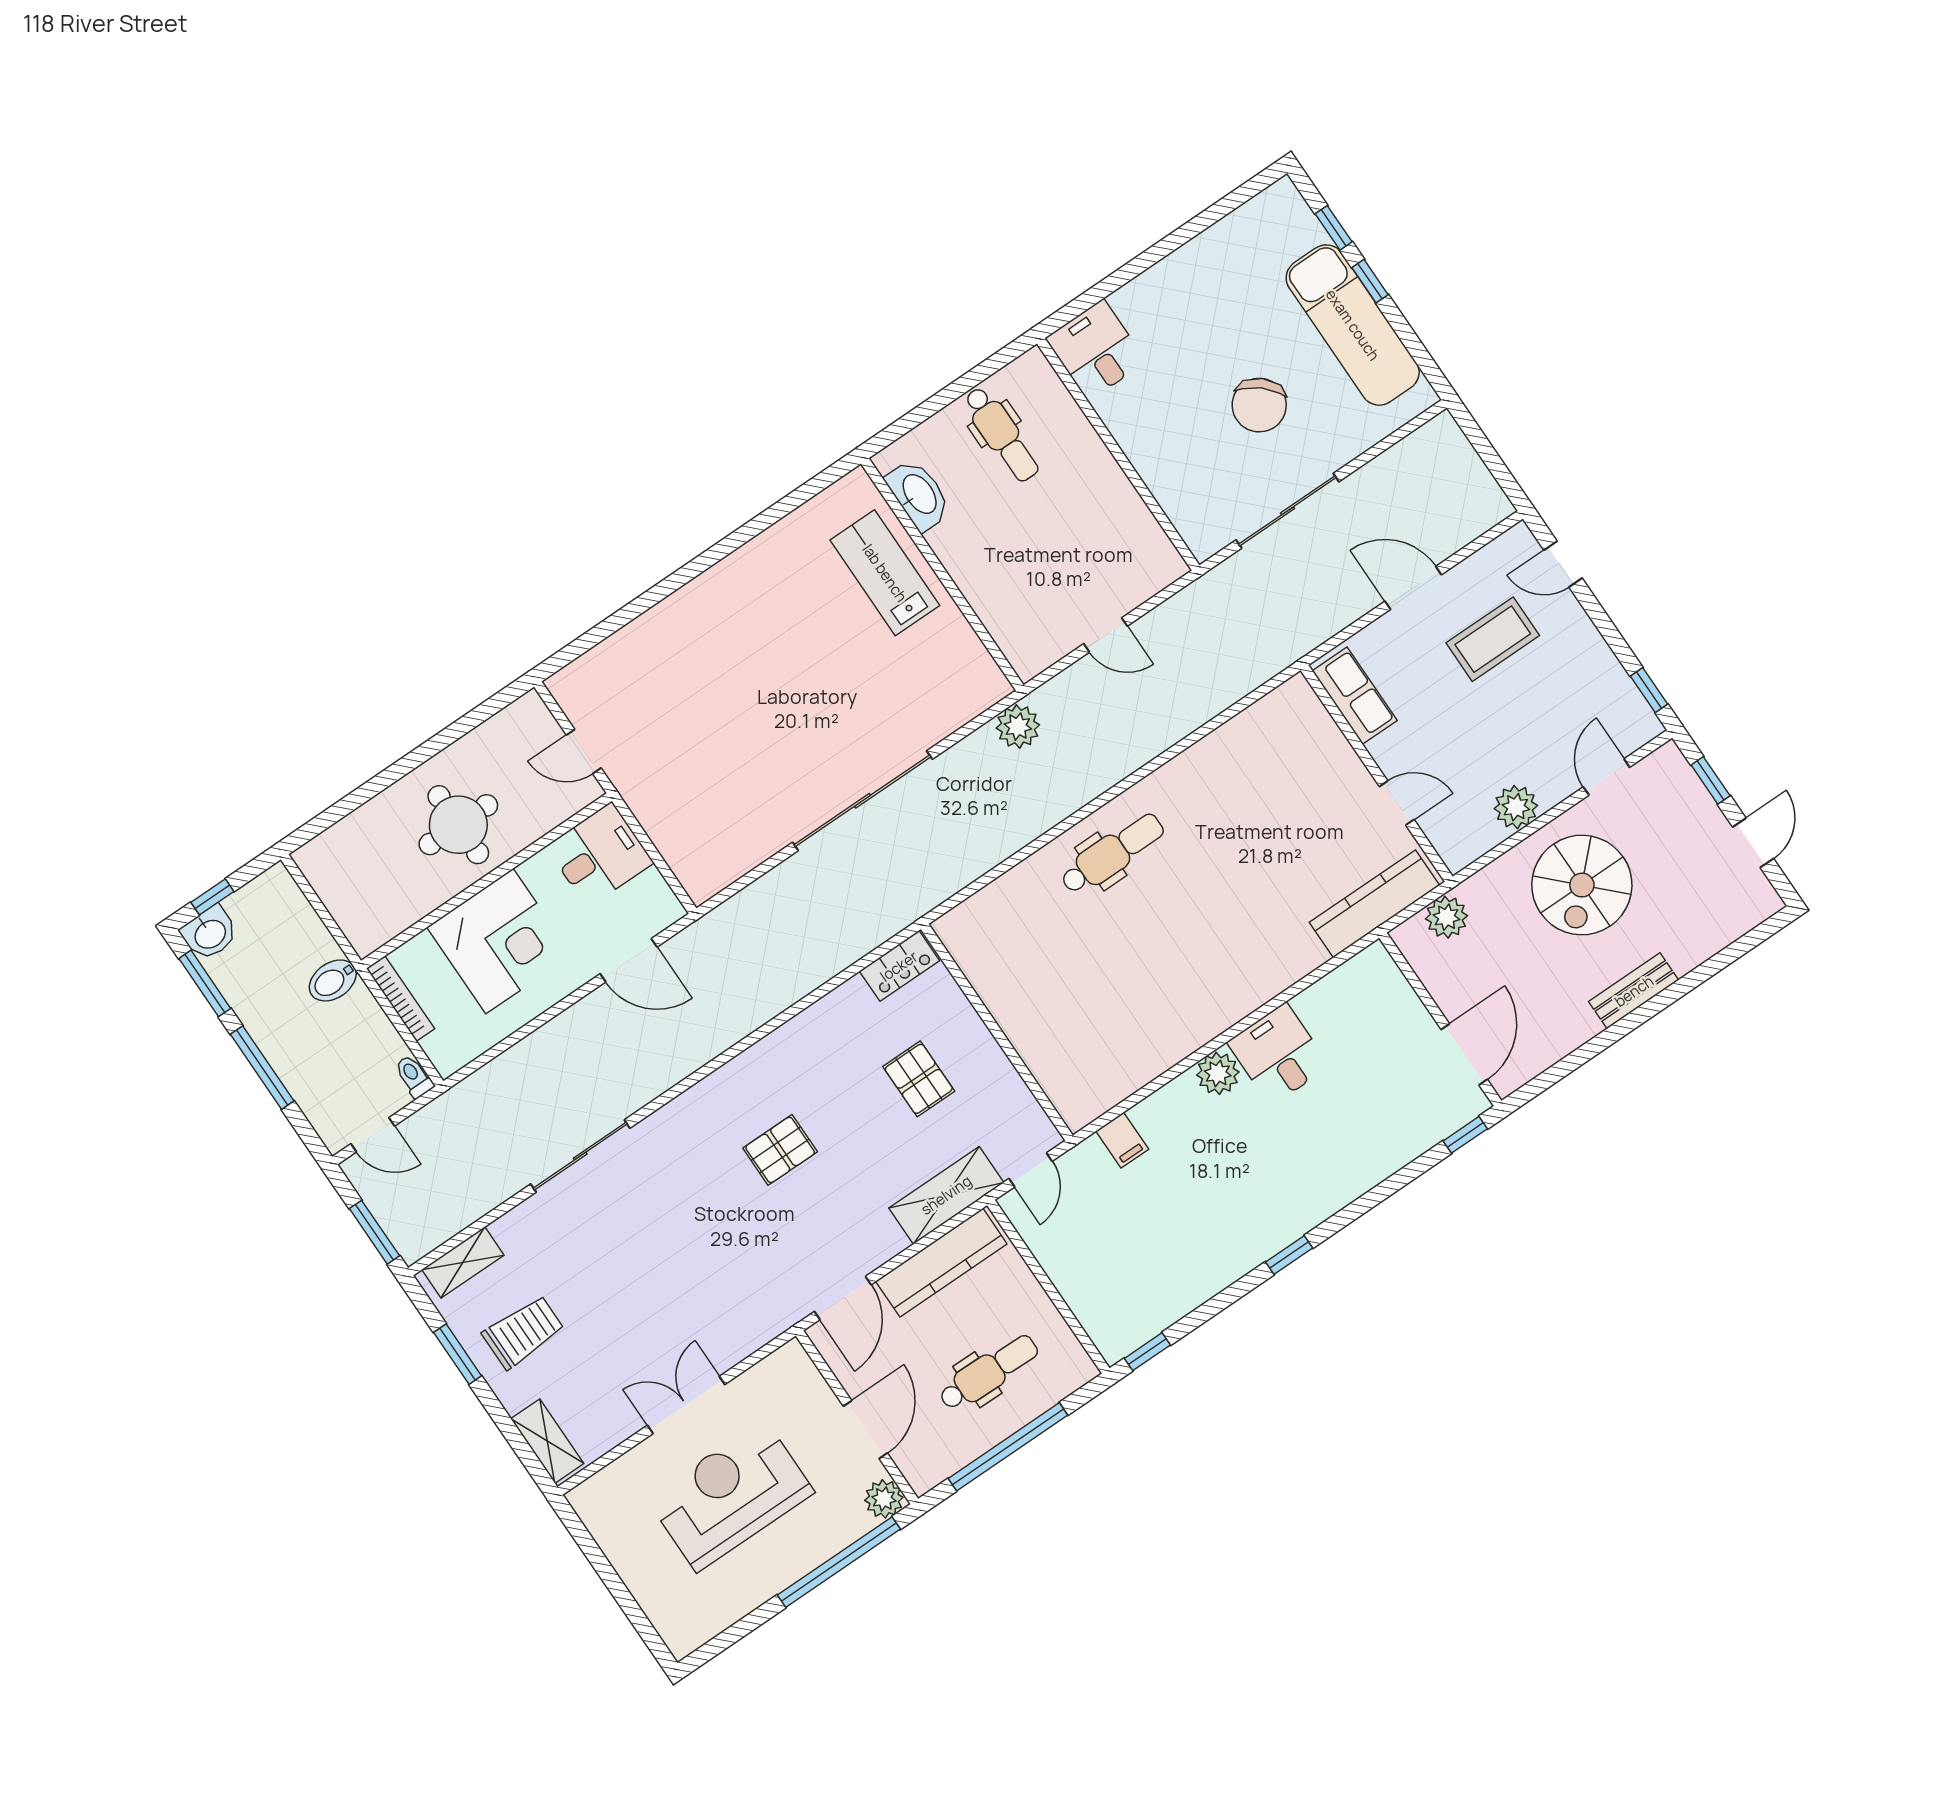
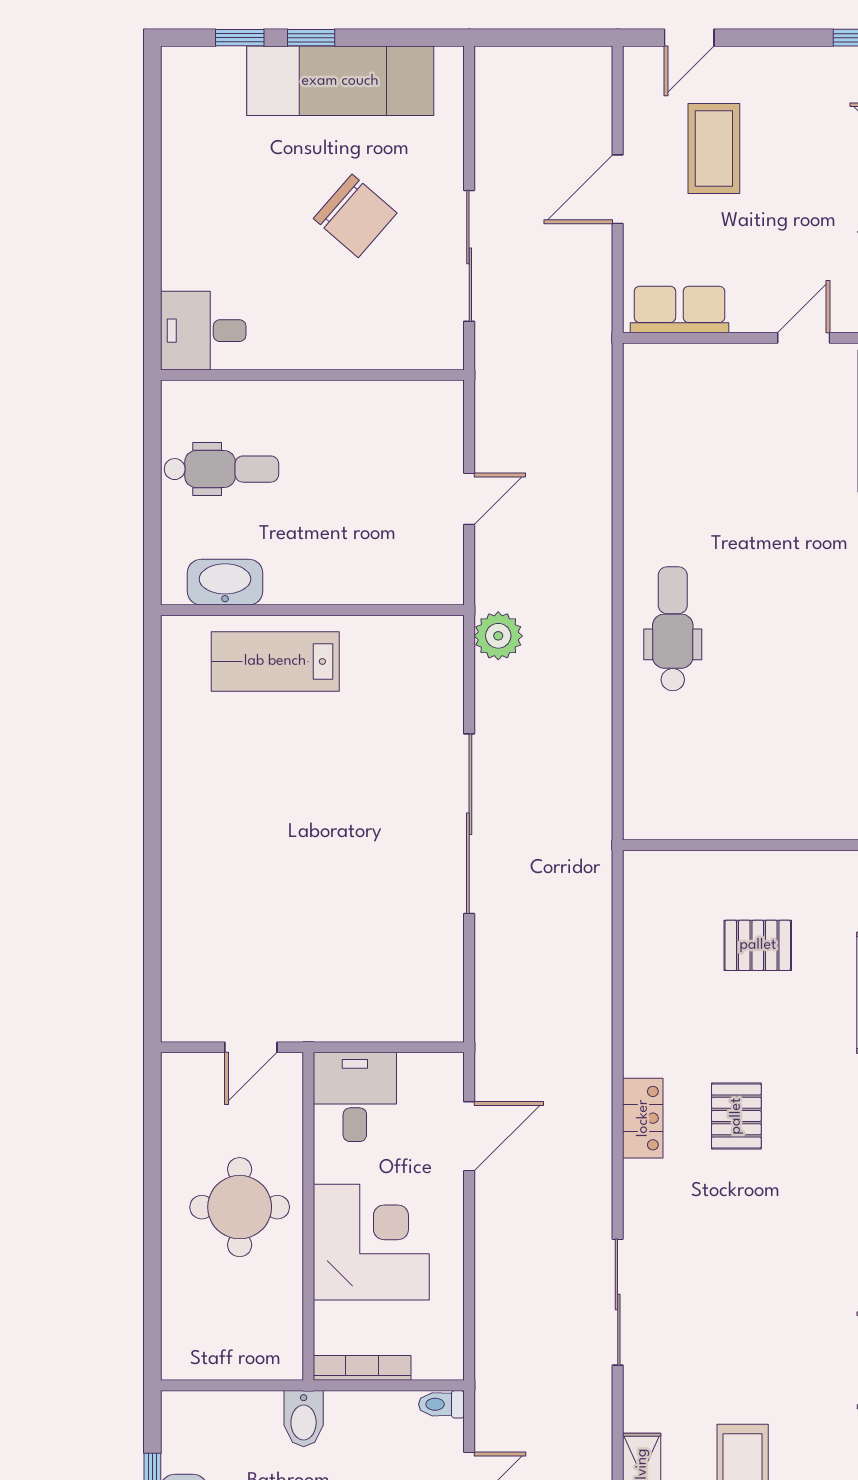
locker: (899, 966) -> (643, 1118), moved

